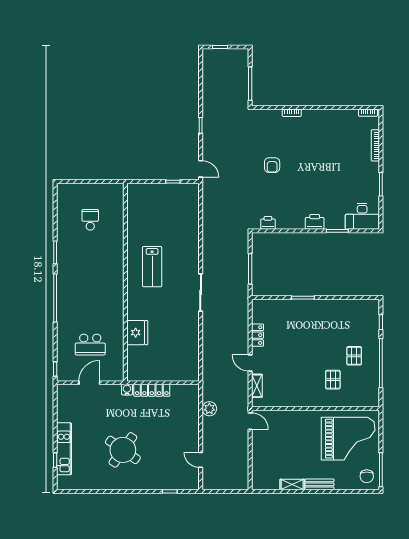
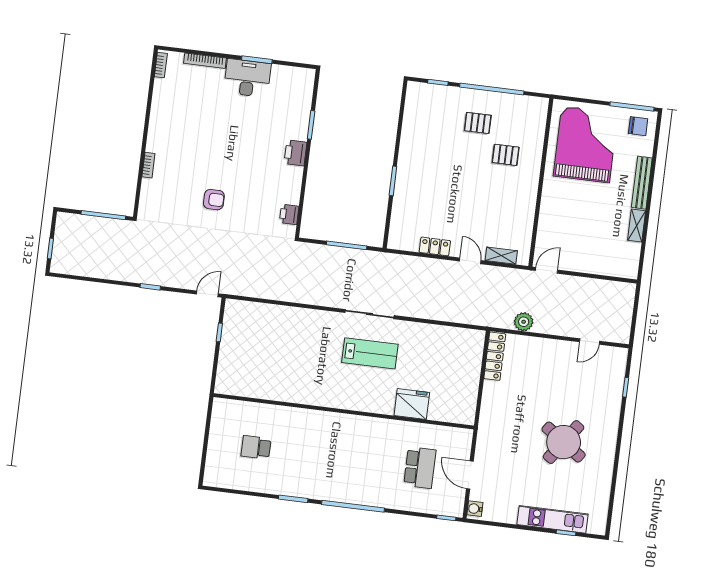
desk: (362, 216) -> (247, 78), moved, turned -90
lab bench: (152, 267) -> (370, 353), moved
door: (250, 363) -> (470, 261), swing flipped
water cooler: (127, 390) -> (475, 509), moved
locker: (152, 390) -> (495, 356), moved
bench: (319, 484) -> (642, 183), width x1.36

